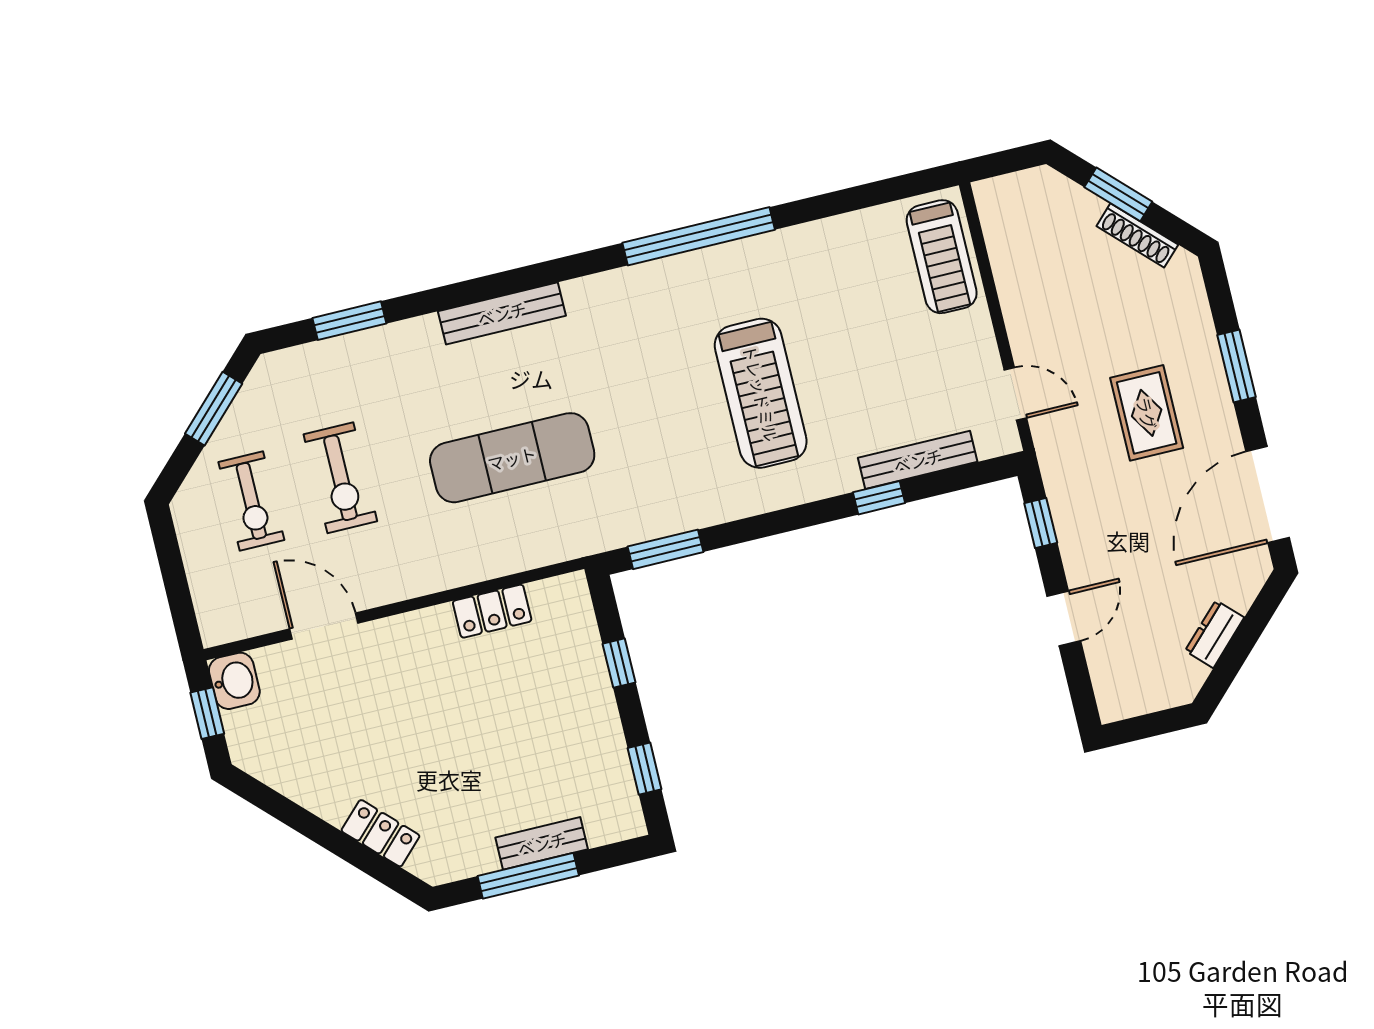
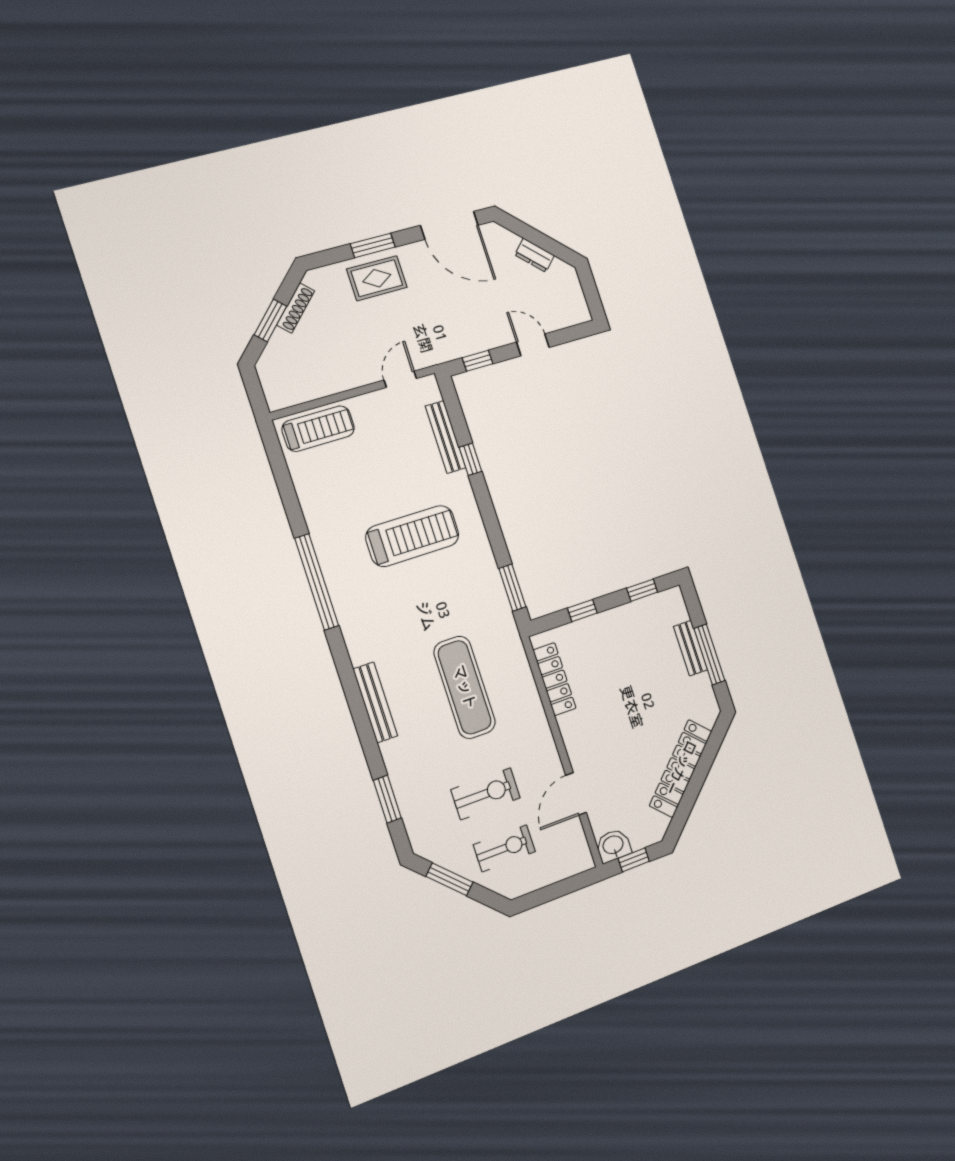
rug: (1147, 413) -> (377, 278), moved
locker: (492, 611) -> (554, 679), width x1.53
locker: (381, 833) -> (681, 768), width x2.16, depth x1.21

